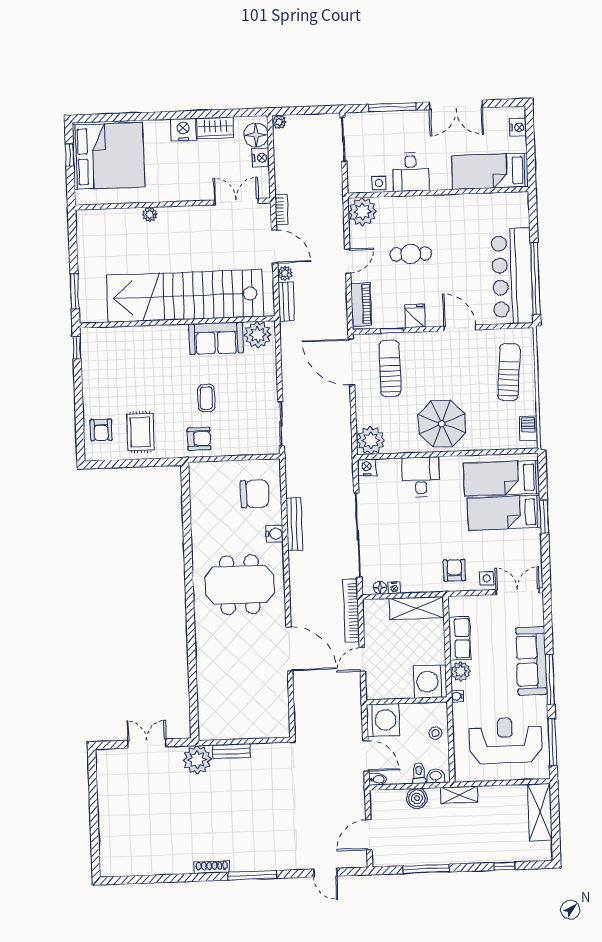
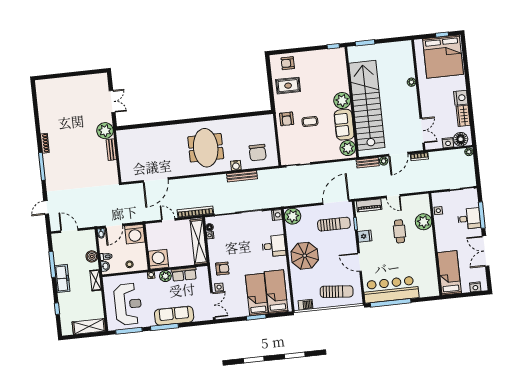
desk: (411, 172) -> (469, 219), moved, turned 180
plant: (362, 212) -> (424, 222), moved
door: (460, 328) -> (360, 262), swing flipped
plant: (173, 339) -> (342, 101), added
shelving: (417, 608) -> (199, 242), width x1.47
door: (289, 649) -> (156, 180), moved
freezer: (452, 853) -> (62, 278), added

